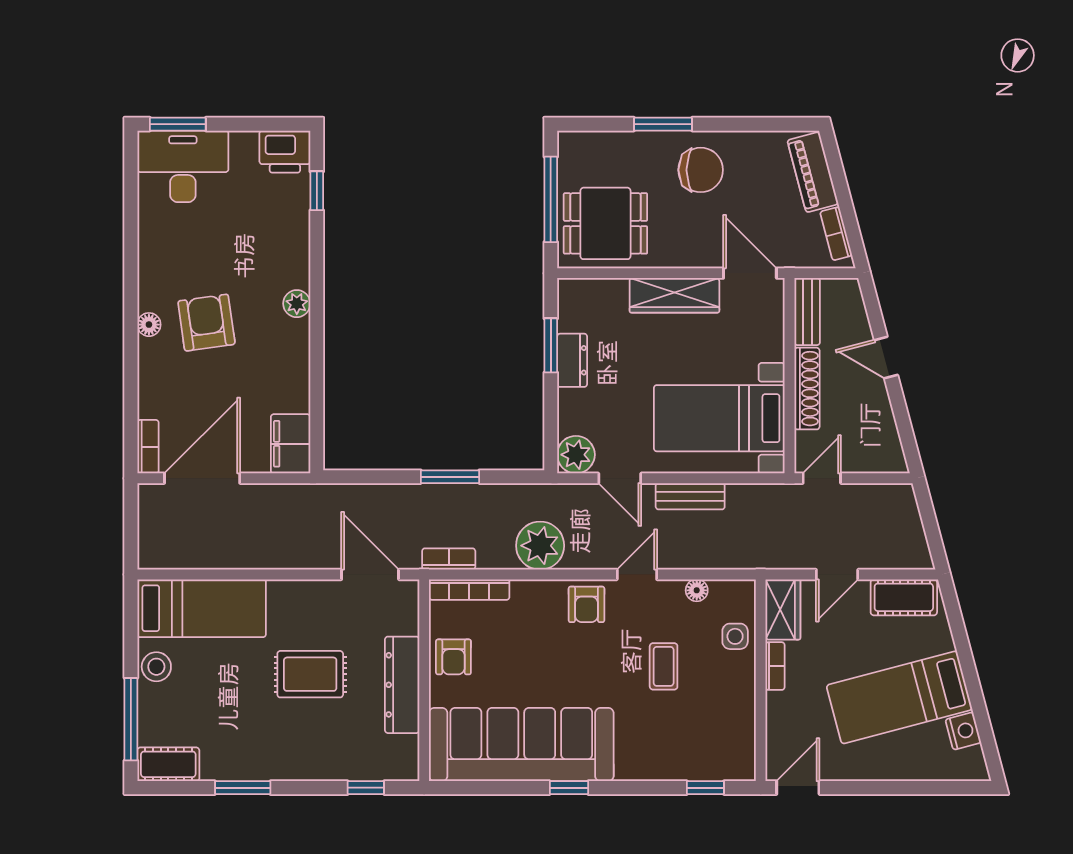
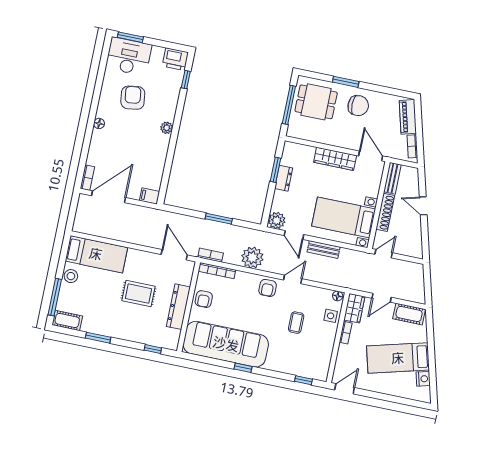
dining table: (605, 223) -> (316, 102), moved
armchair: (206, 323) -> (133, 98), moved
filing cabinet: (291, 444) -> (150, 196), width x0.50
floor lamp: (697, 590) -> (338, 296), moved

